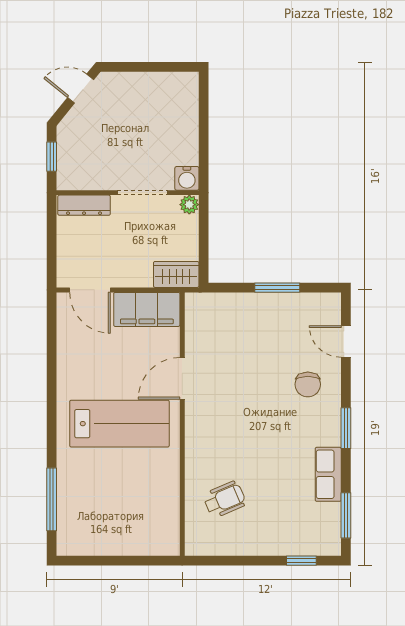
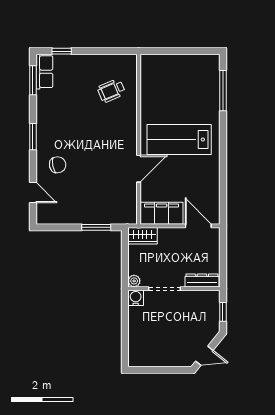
window: (277, 288) -> (96, 227), moved
chair: (308, 384) -> (58, 165), turned 79
row of seats: (328, 474) -> (44, 72), moved

